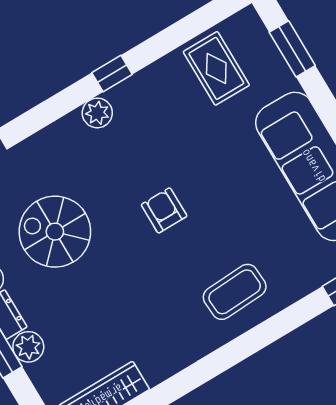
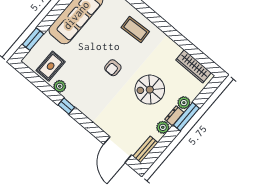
plant: (97, 113) -> (60, 86), moved
spiral stairs: (55, 232) -> (150, 90), moved, turned 90

